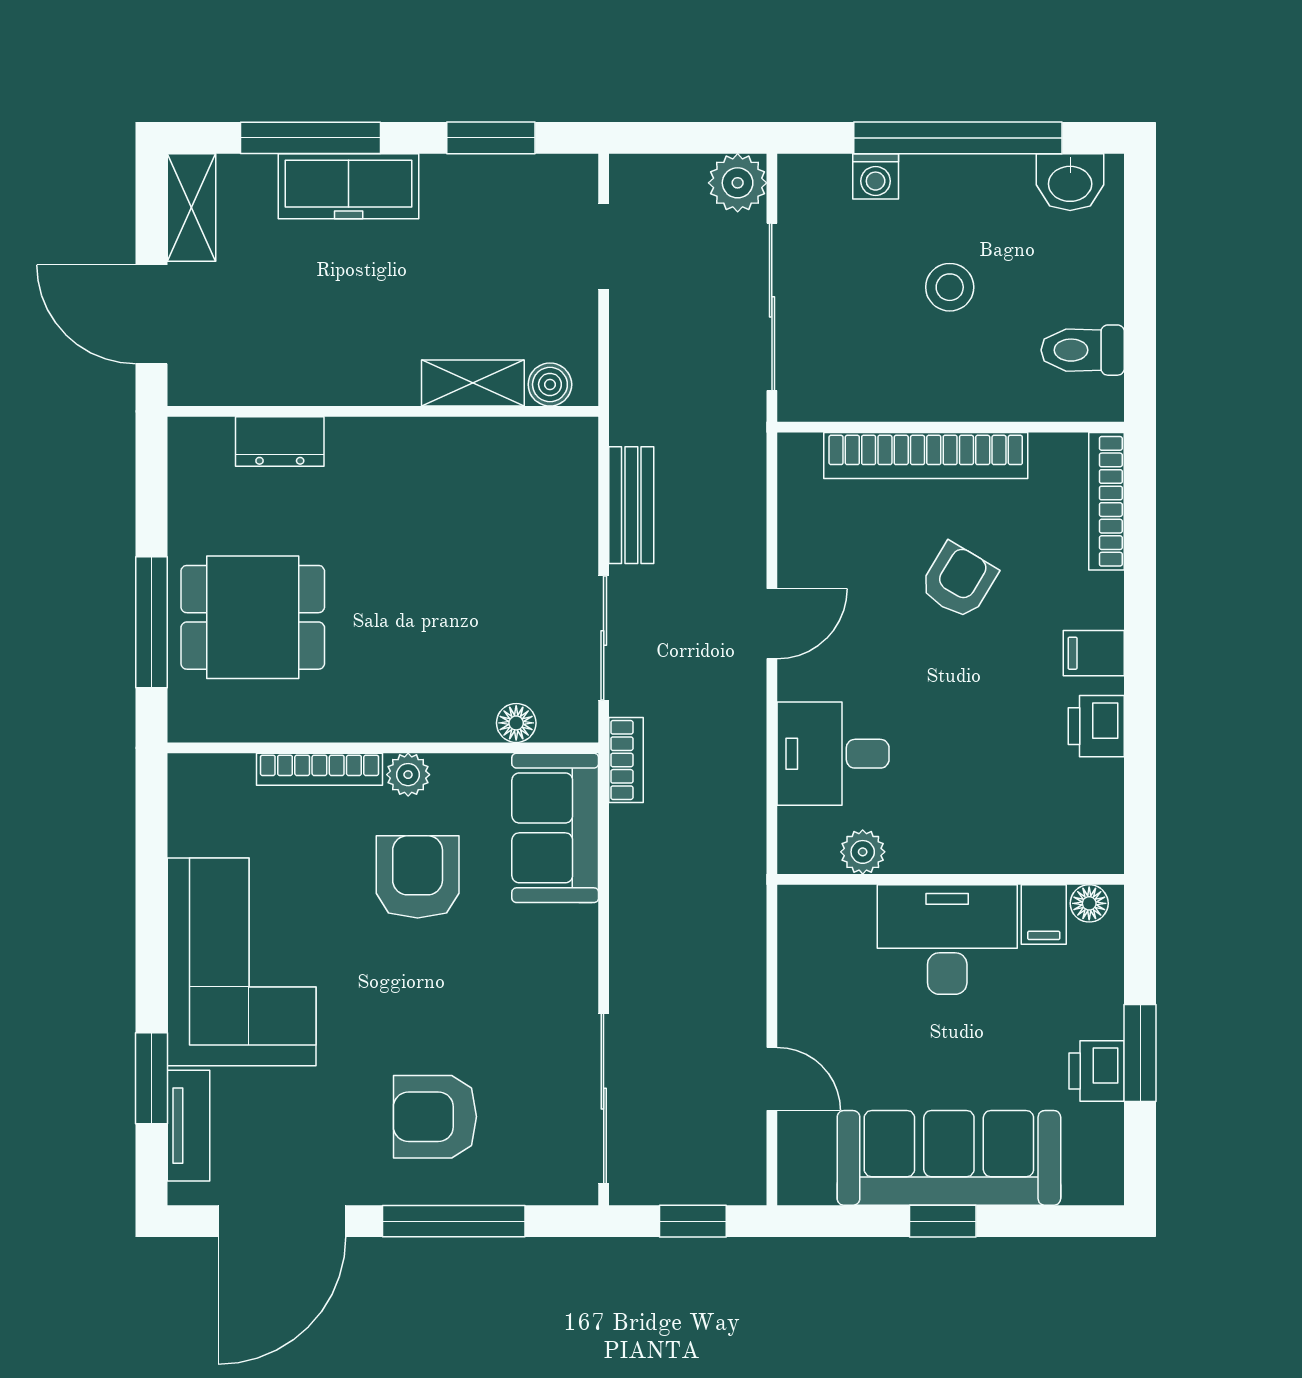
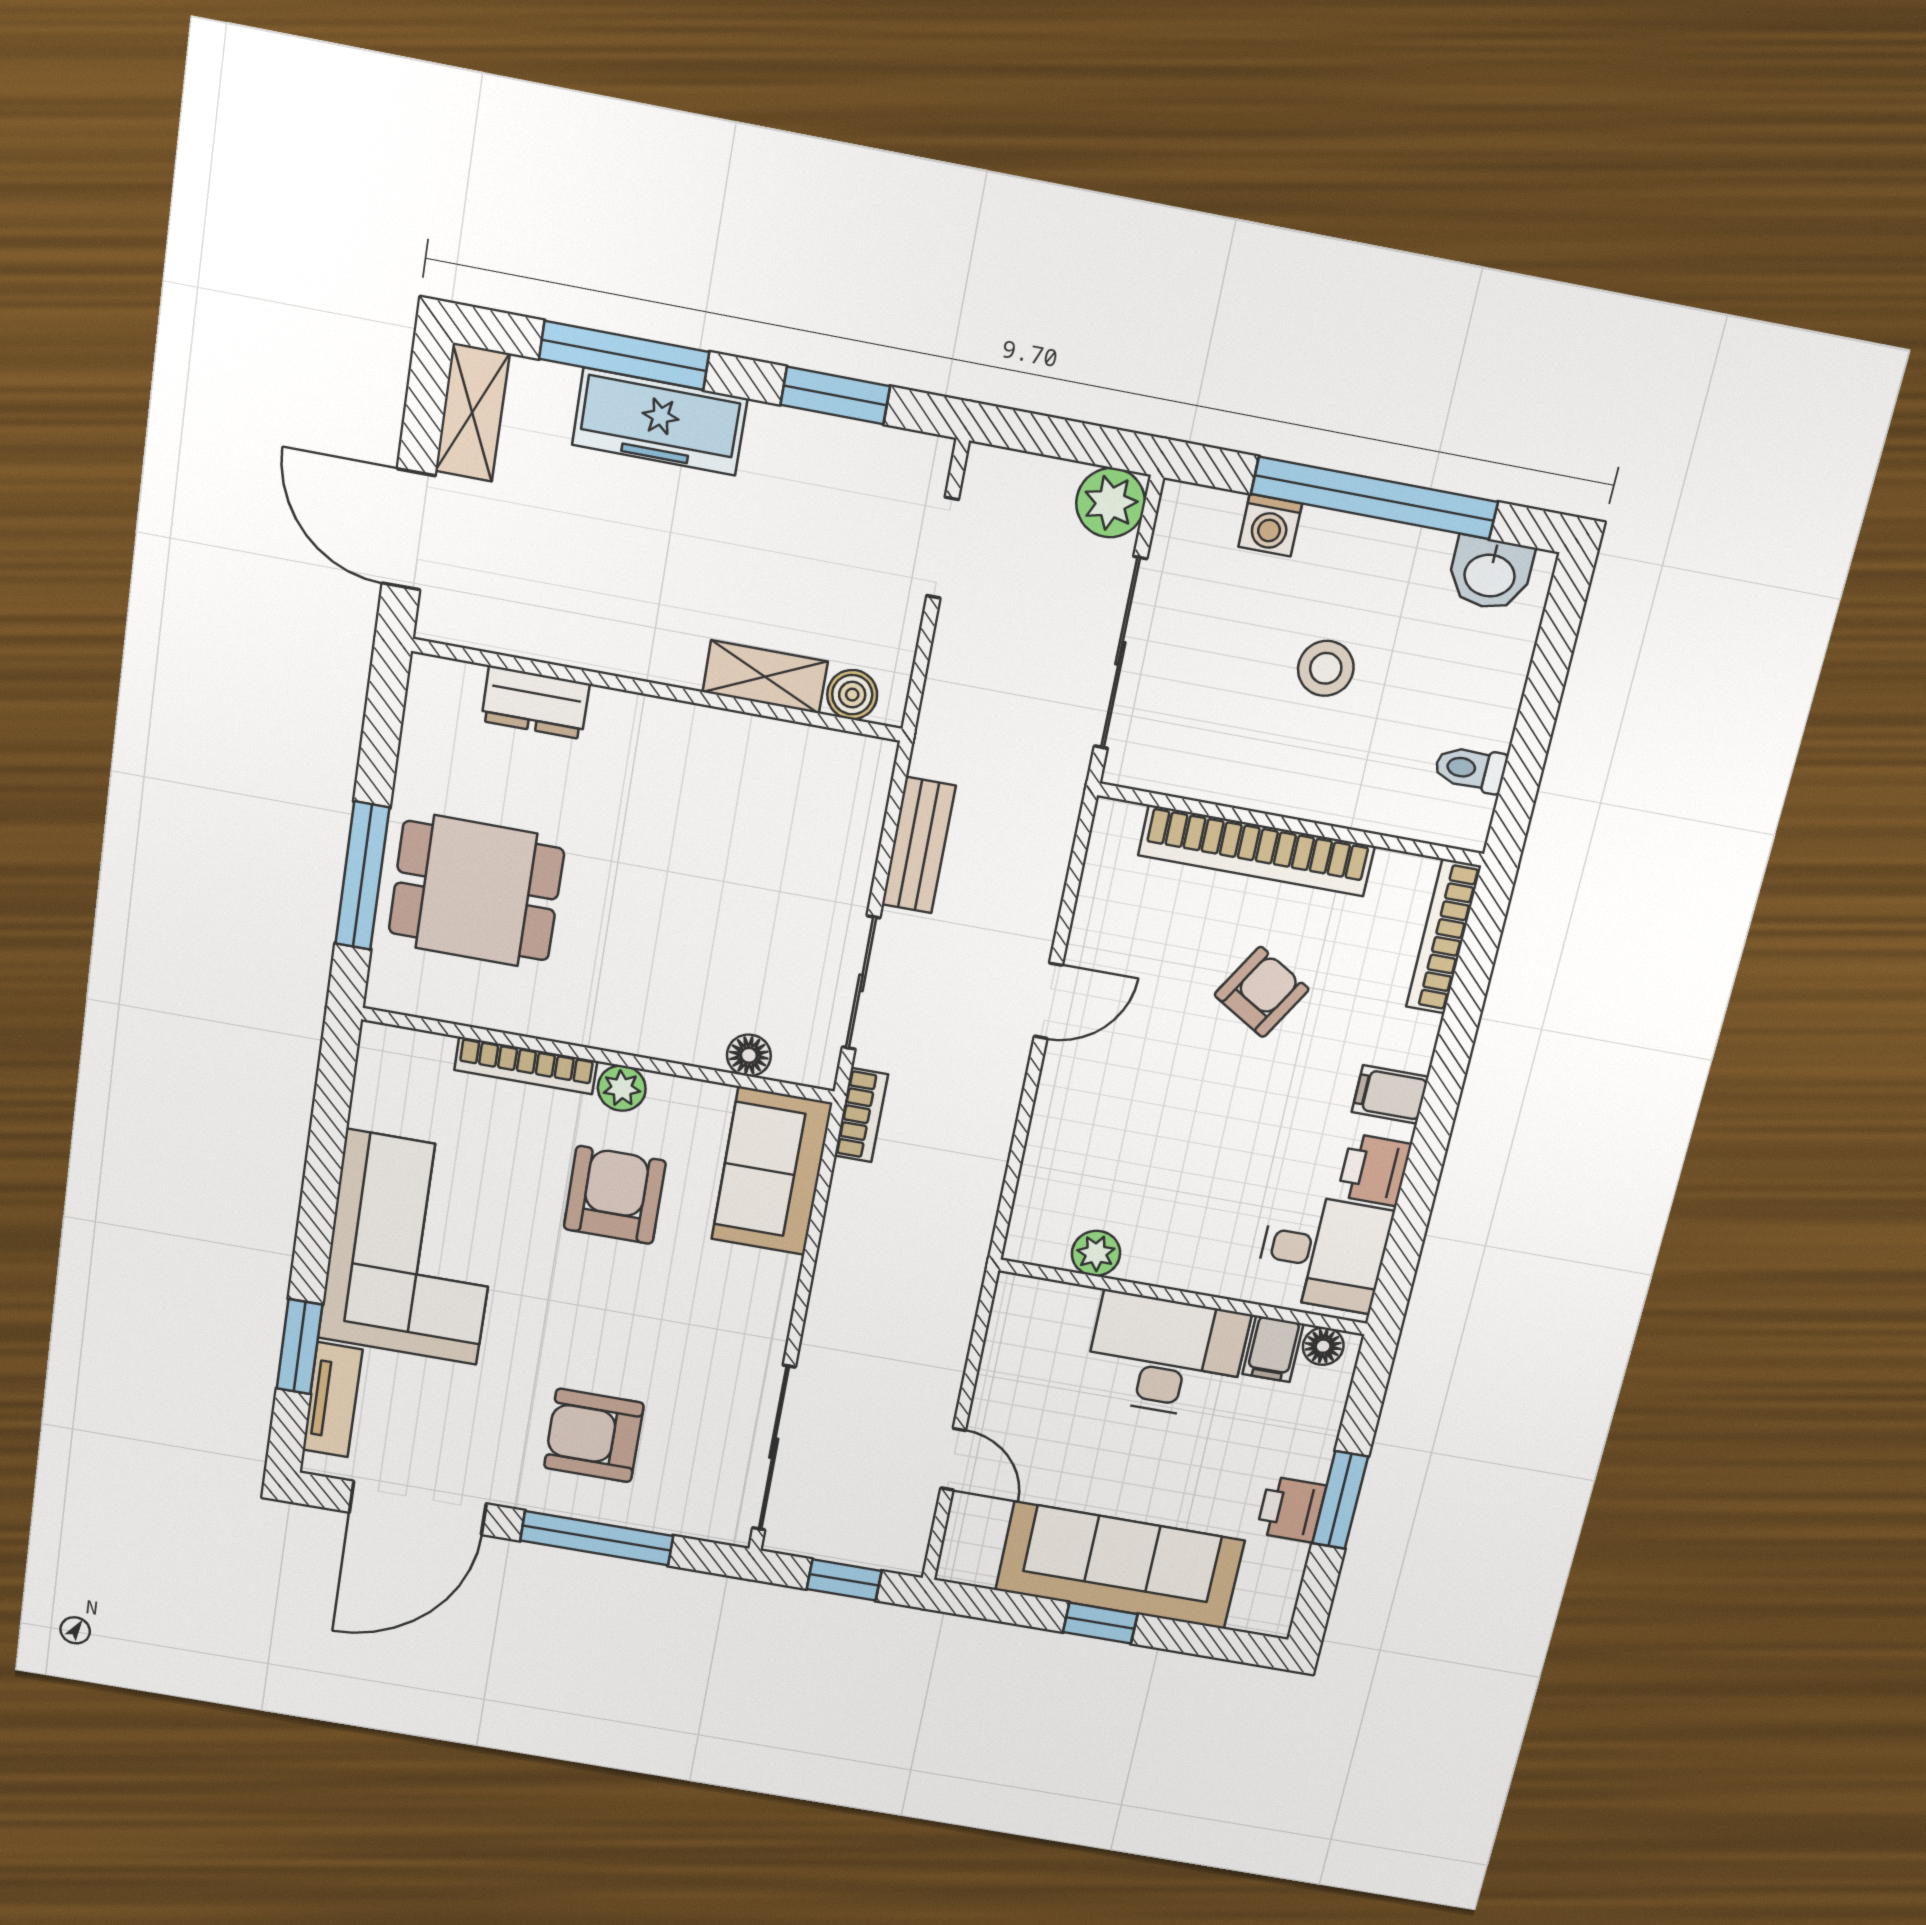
toilet: (1083, 350) -> (1471, 769), width x0.73, depth x0.72
desk: (833, 754) -> (1323, 1252), moved, turned 180

